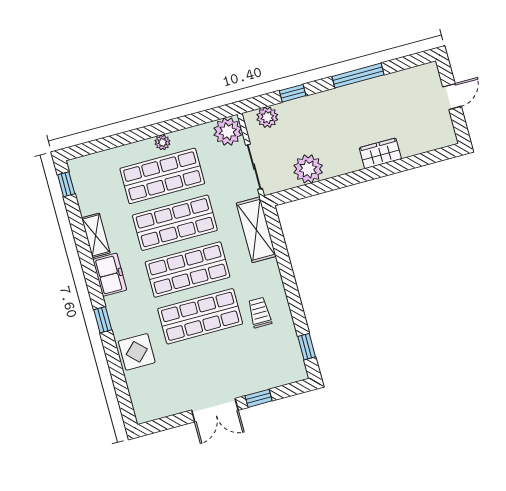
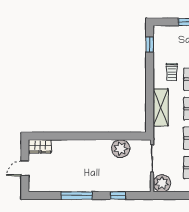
plant: (267, 117) -> (136, 185), removed
wardrobe: (380, 153) -> (40, 146), moved
shelving: (256, 230) -> (161, 107), moved

